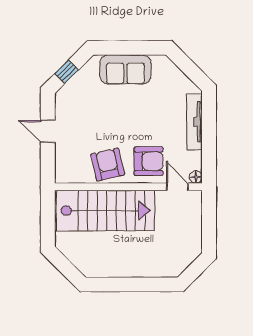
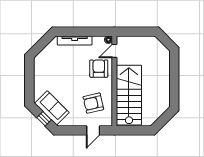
sofa: (125, 69) -> (52, 108), moved, turned -45
door: (48, 131) -> (93, 130), moved
armchair: (108, 164) -> (93, 103), moved

